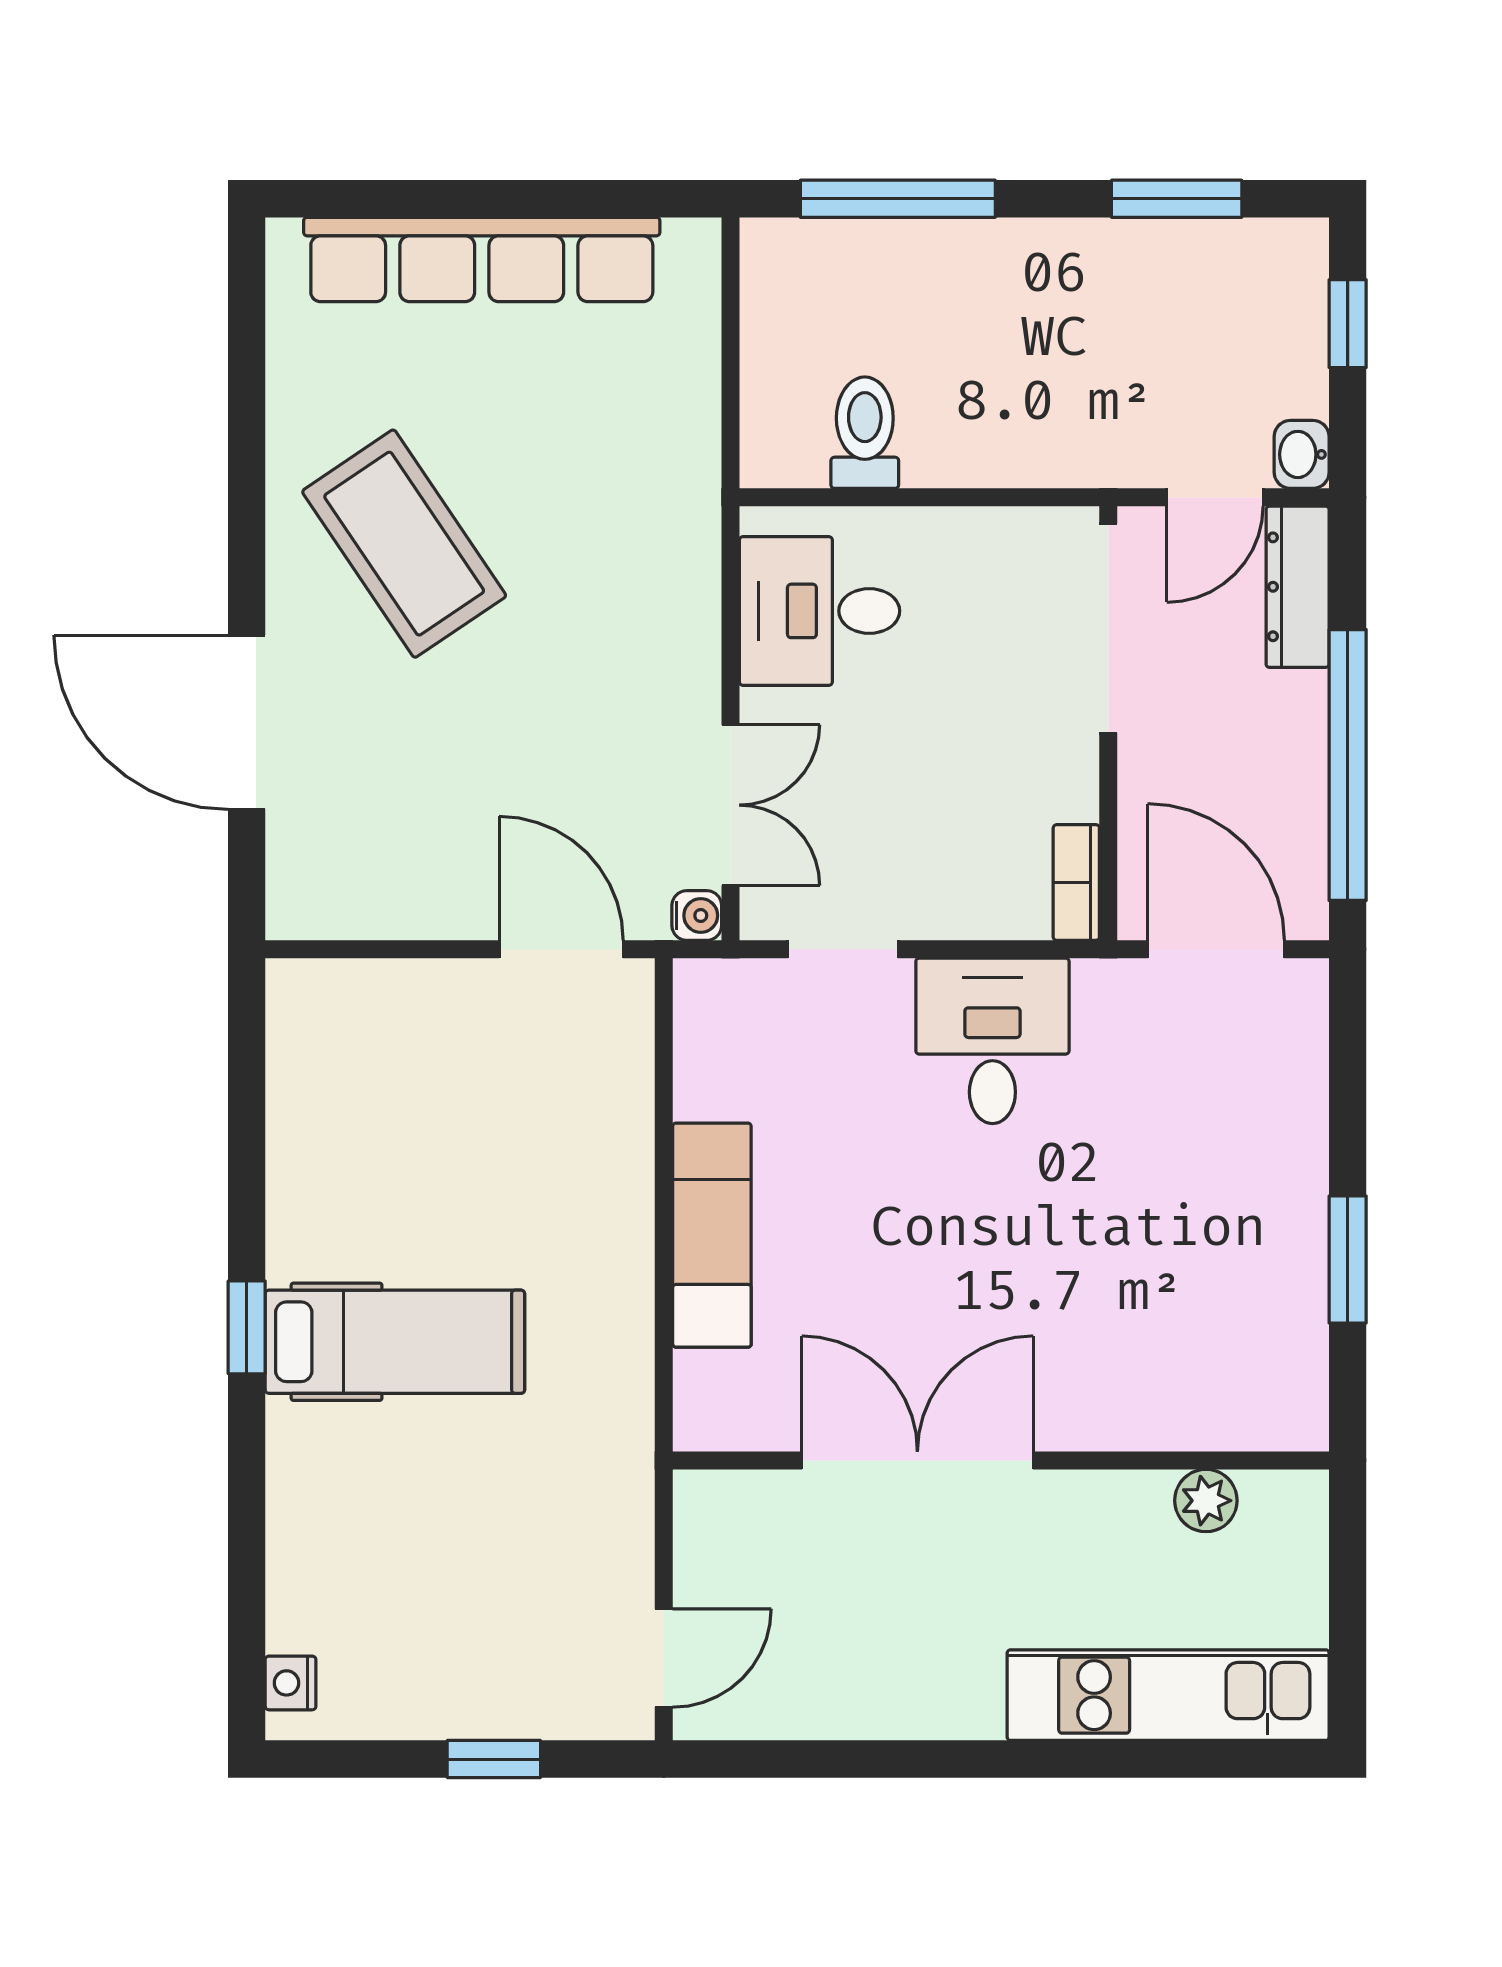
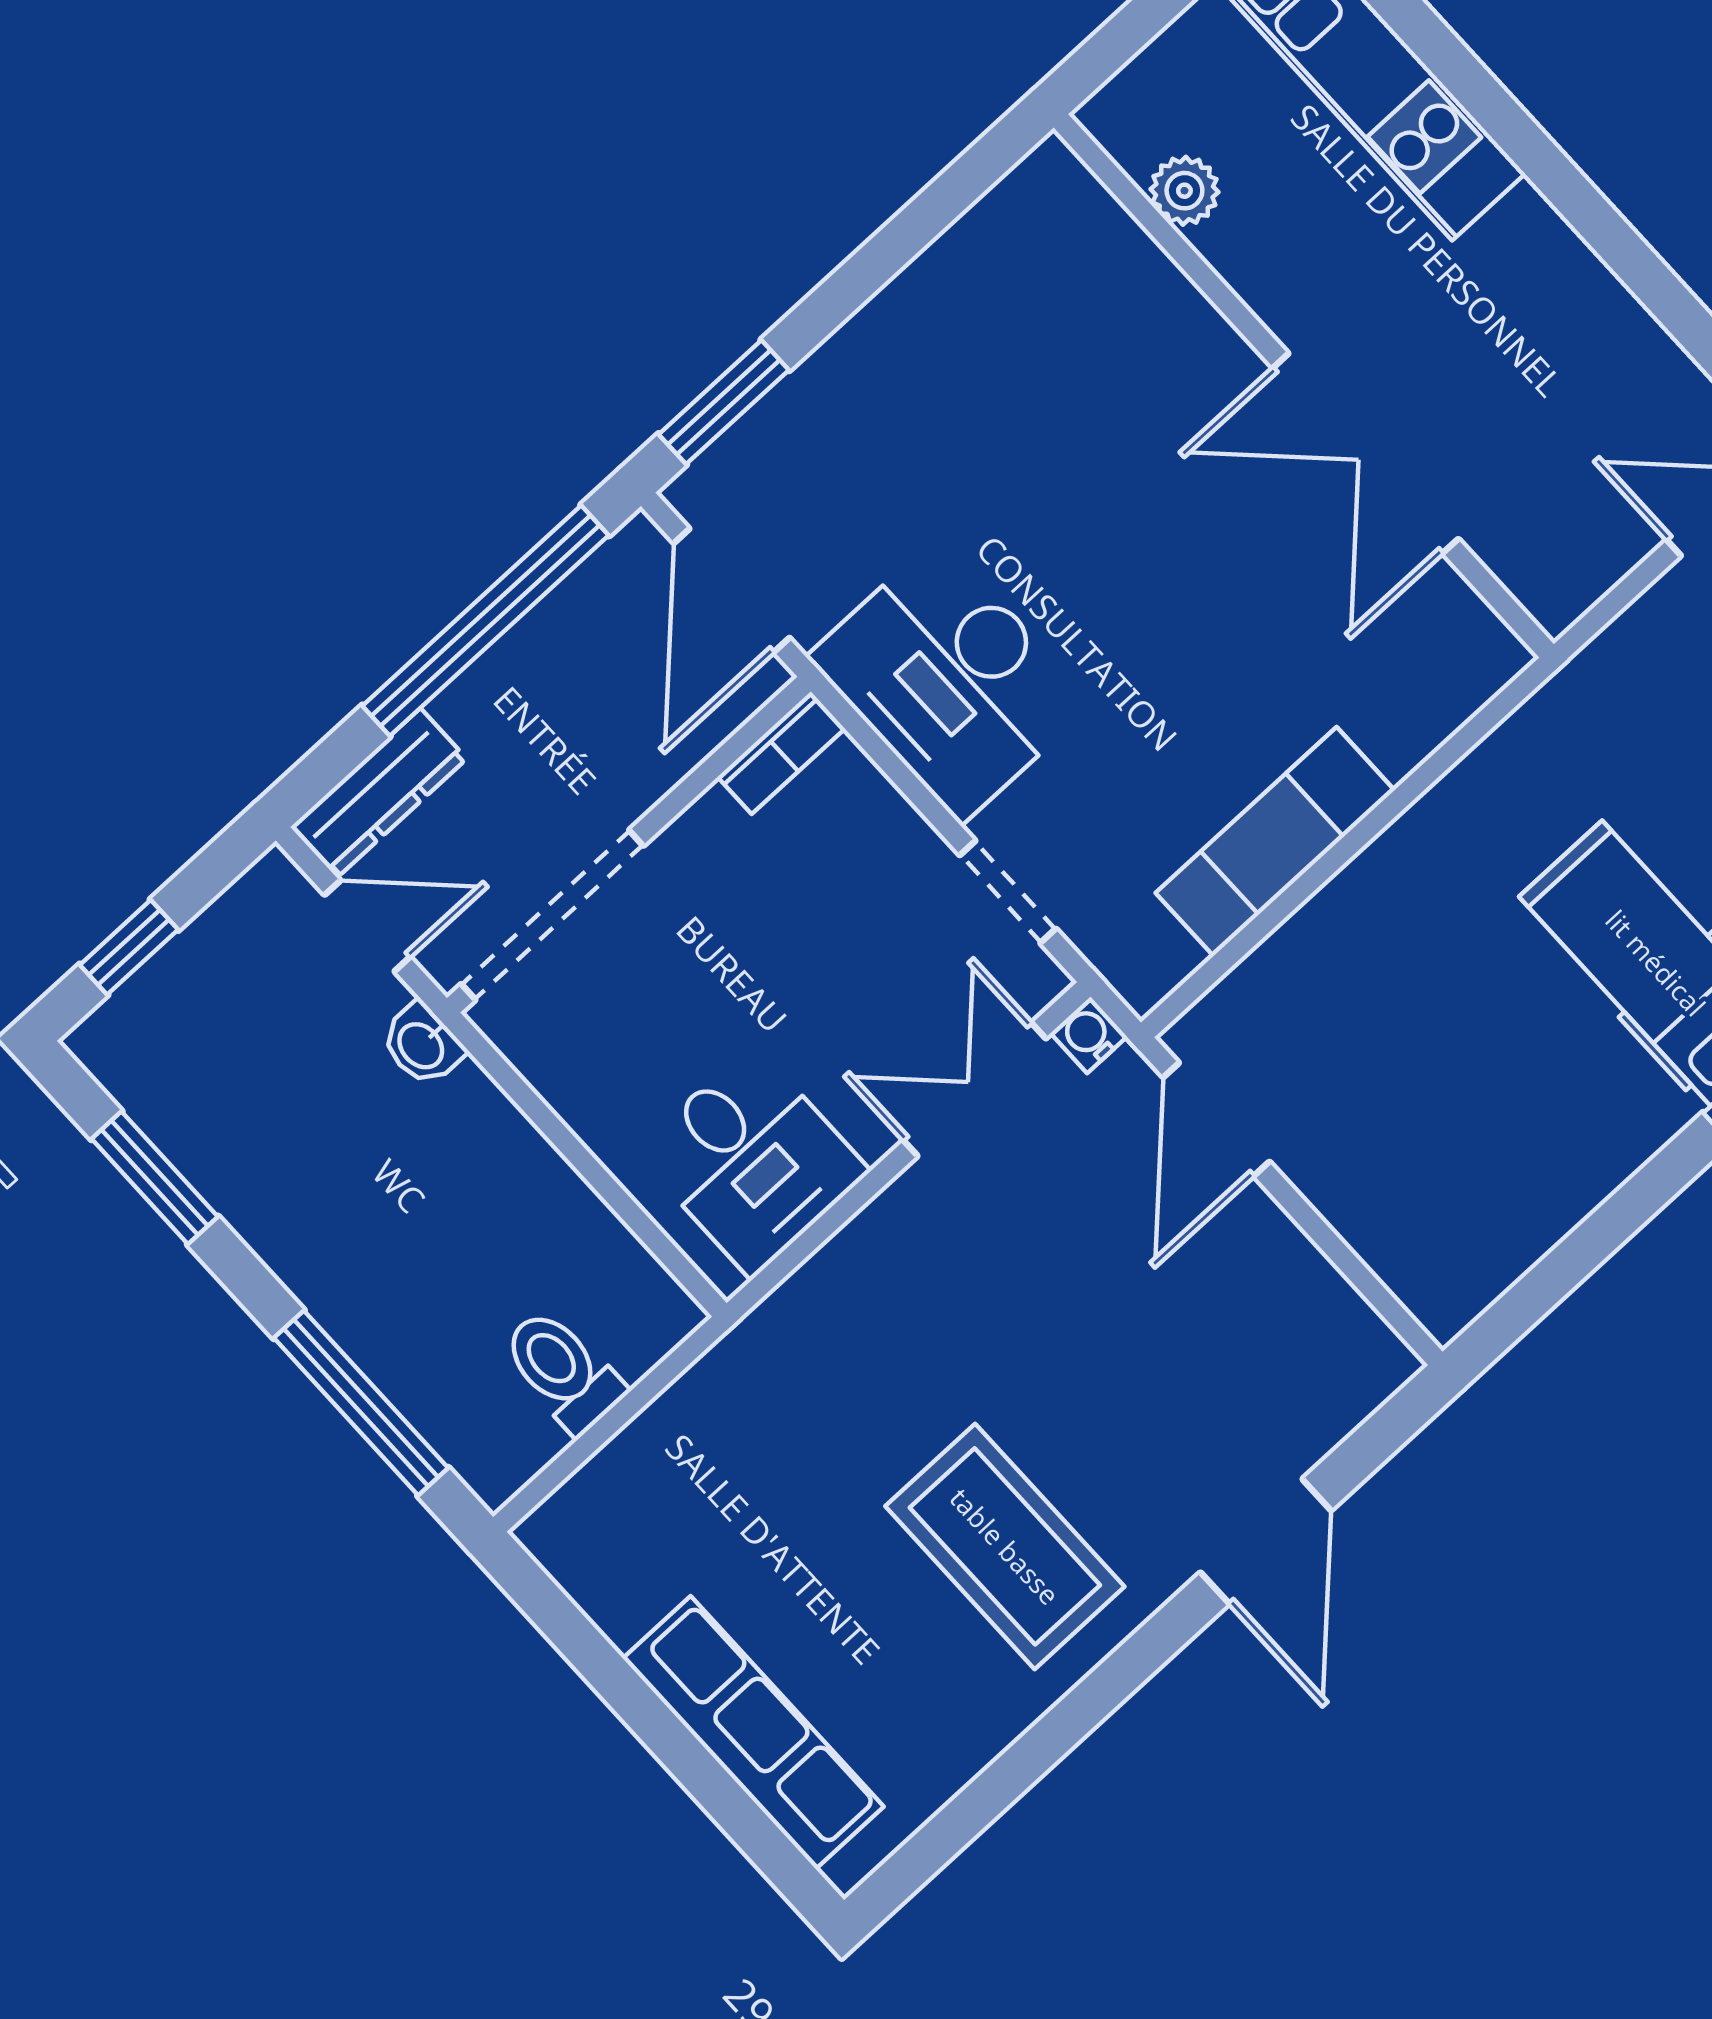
row of seats: (482, 259) -> (753, 1732), width x0.73
toilet: (865, 433) -> (563, 1371), moved, turned 90
washbasin: (1302, 454) -> (422, 1044), moved, turned 90
coffee table: (404, 544) -> (1005, 1546), turned -56
door: (247, 722) -> (1266, 1541), width x0.73
desk: (992, 1041) -> (950, 680), width x1.37
exam couch: (712, 1235) -> (1275, 842), moved
window: (1348, 1259) -> (724, 402), moved

